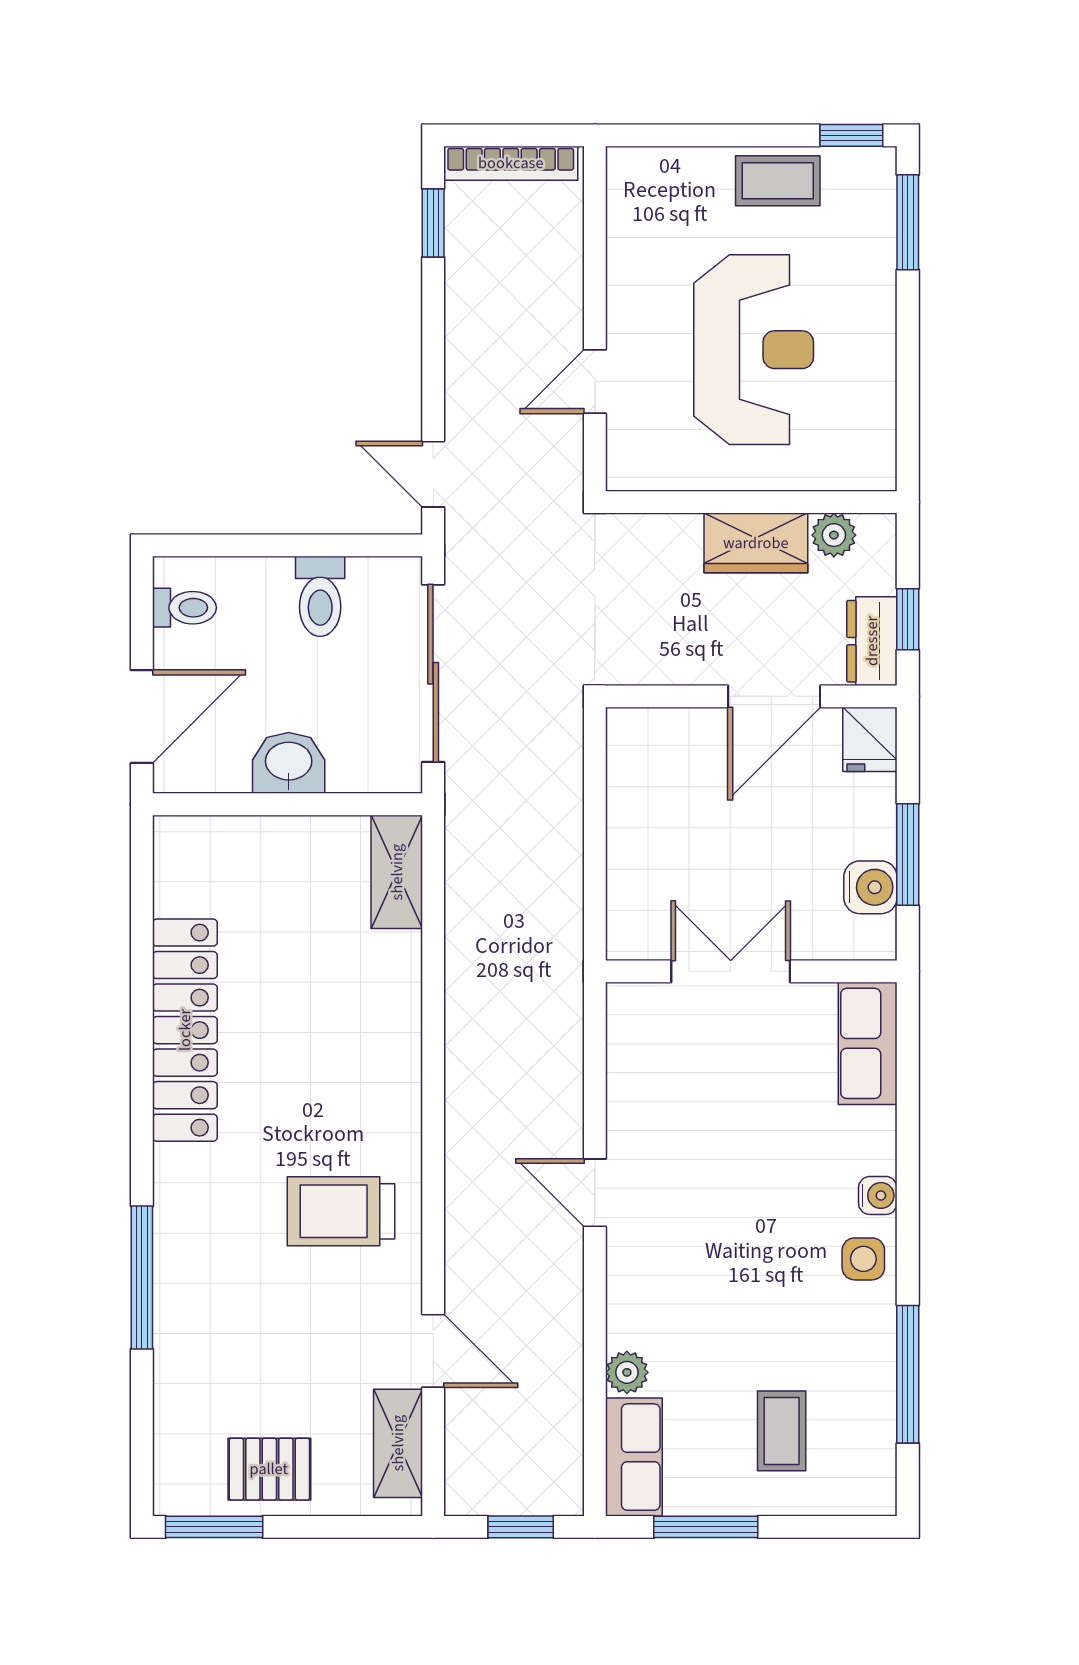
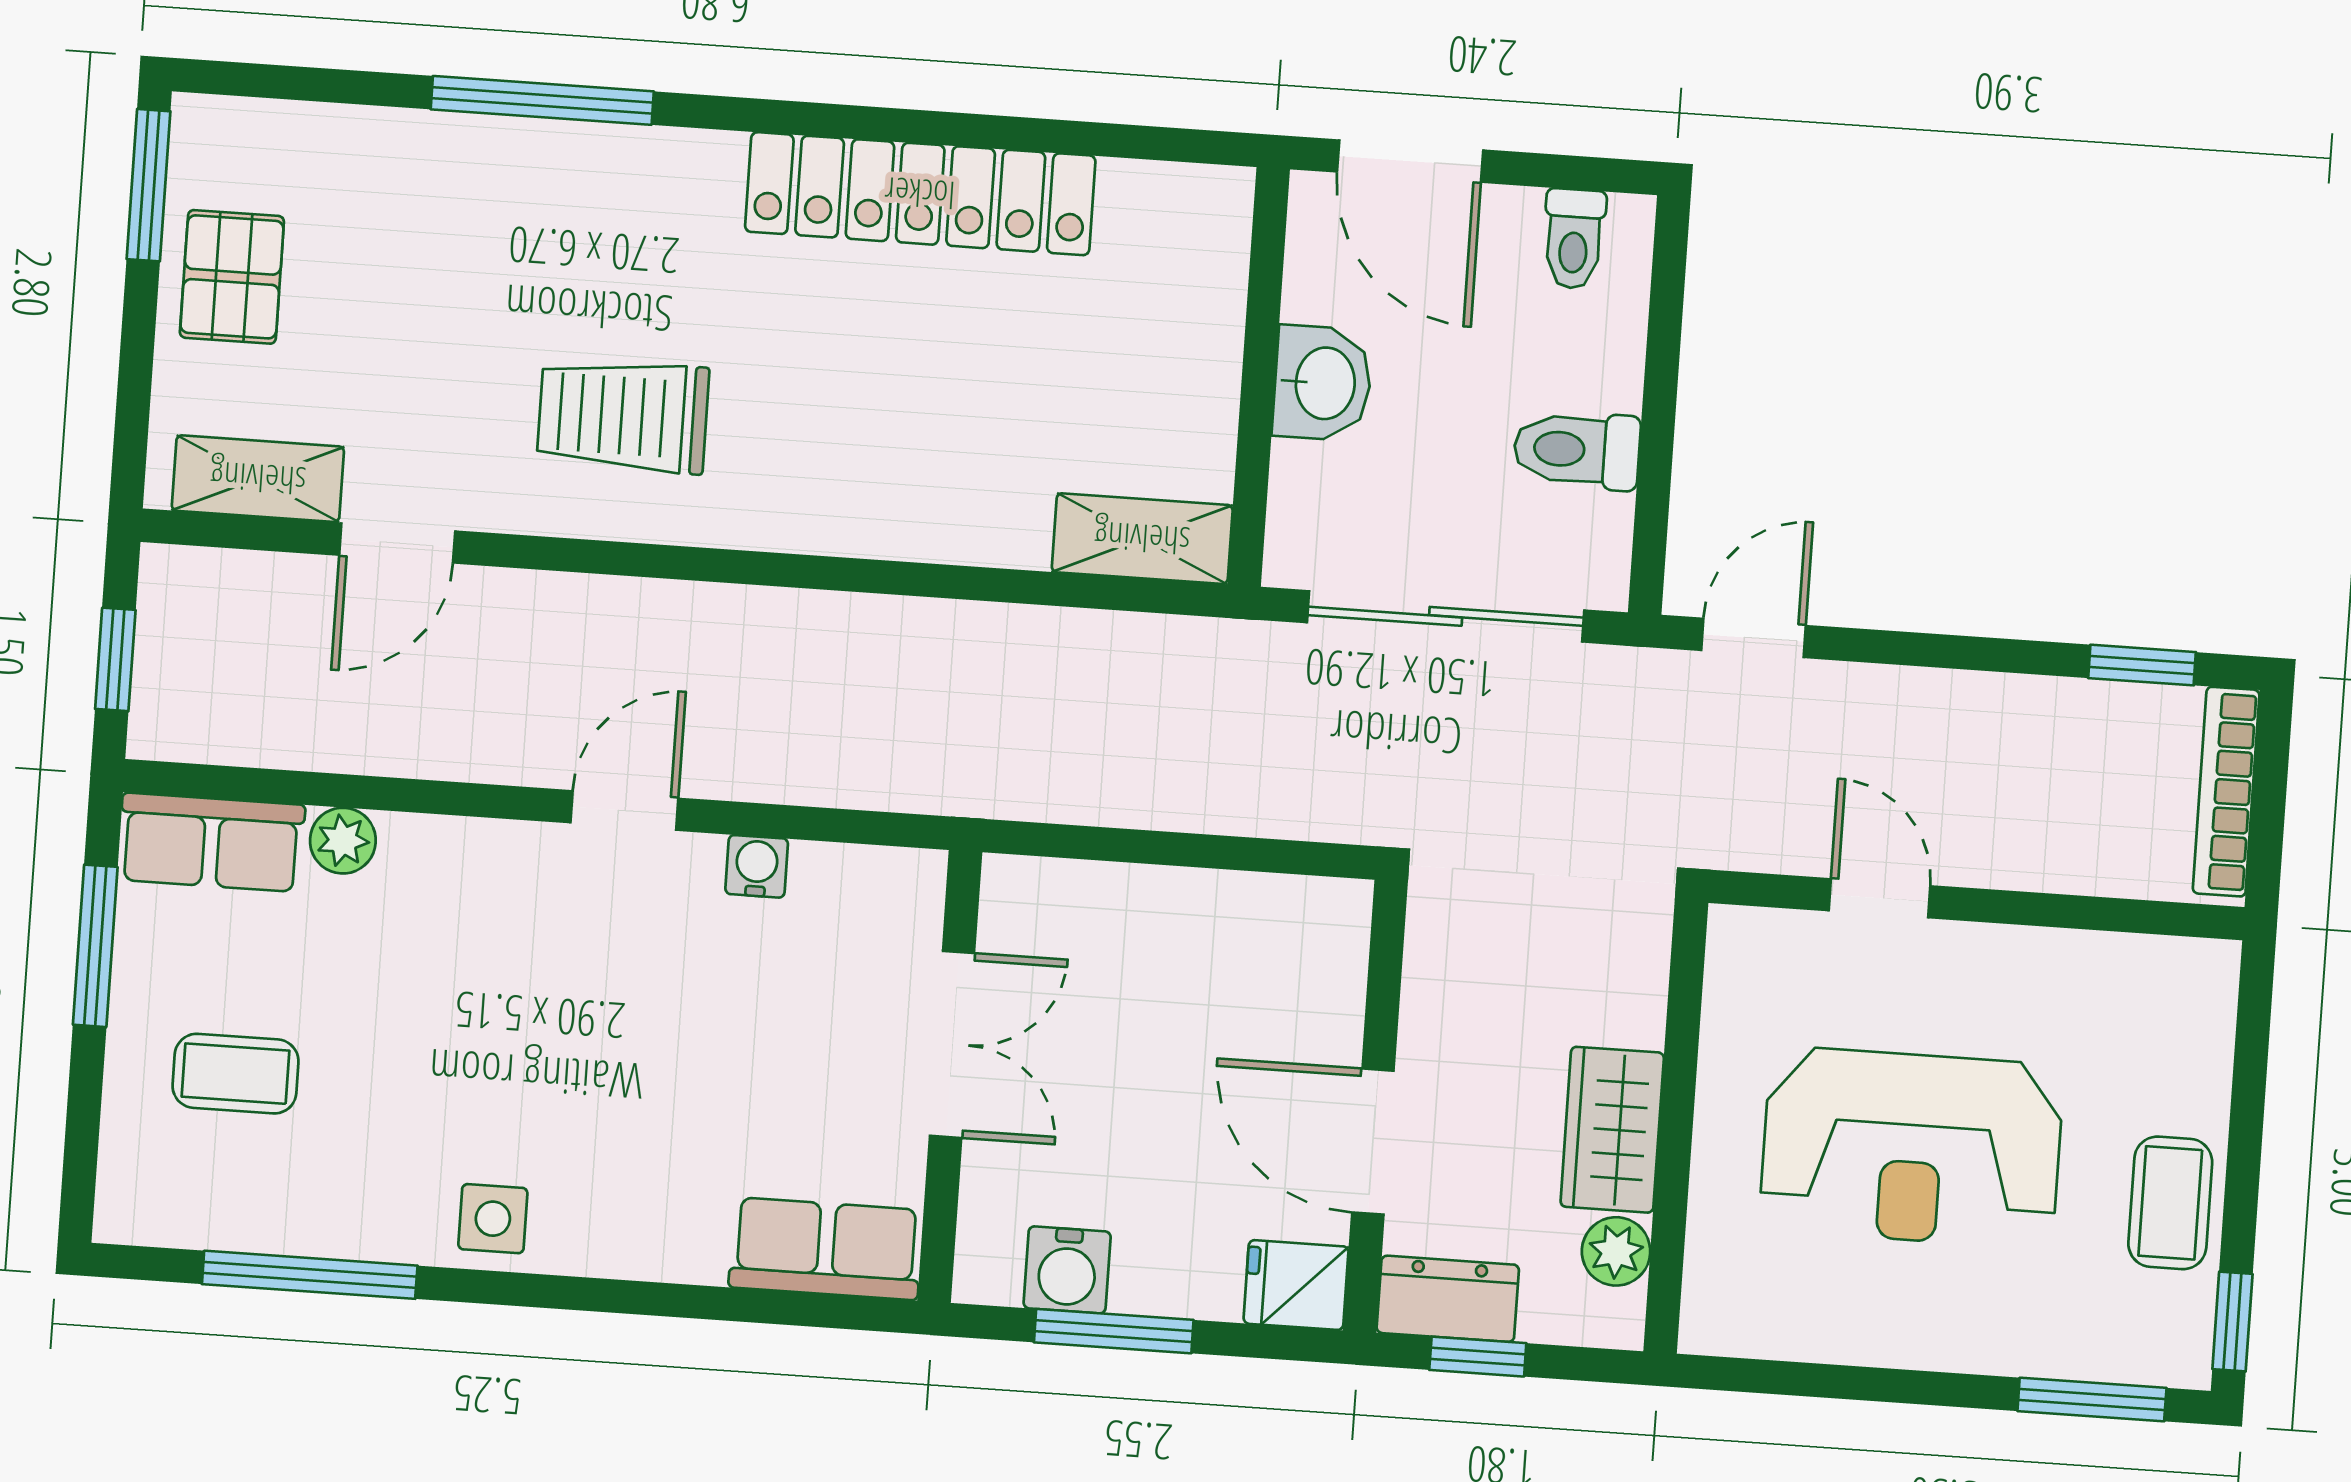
water cooler: (878, 1195) -> (757, 866), moved, turned 180
trolley: (341, 1211) -> (623, 416), turned -90

